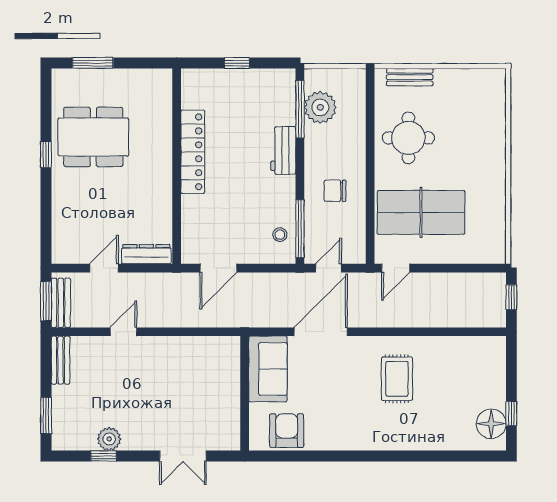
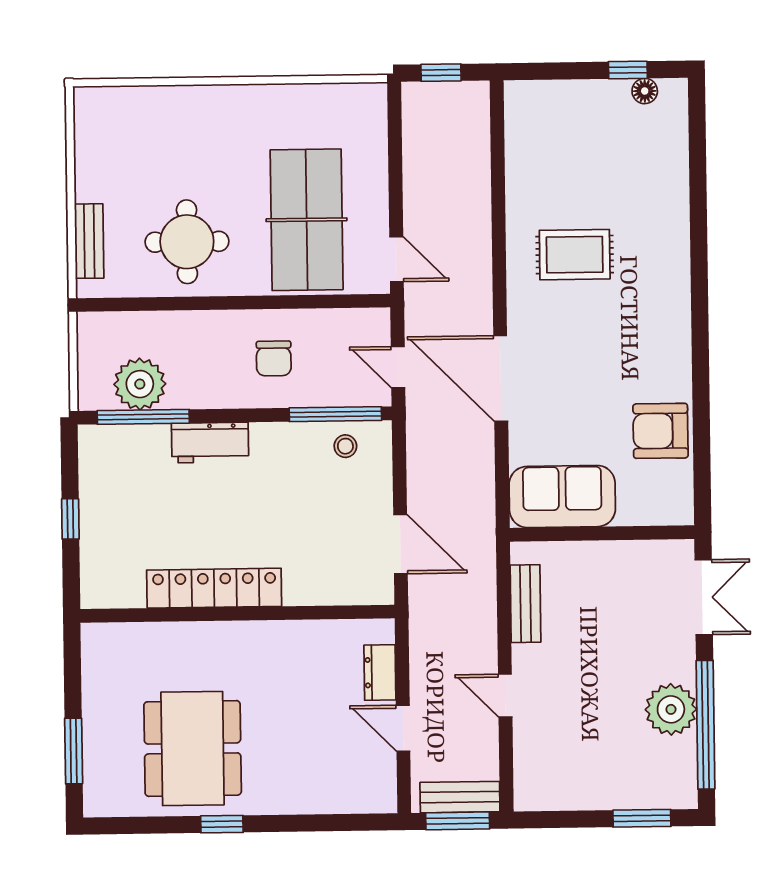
dresser: (146, 254) -> (380, 673), width x0.70
bench: (61, 360) -> (525, 604), moved, turned 90
sofa: (268, 369) -> (562, 497), moved
wall: (245, 393) -> (602, 533), moved
floor lamp: (491, 424) -> (645, 91), width x0.53, depth x0.53
plant: (109, 439) -> (671, 709), width x1.36, depth x1.36
window: (104, 456) -> (705, 725), width x3.17

